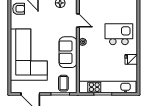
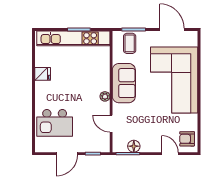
kitchen island: (119, 34) -> (55, 123), moved

